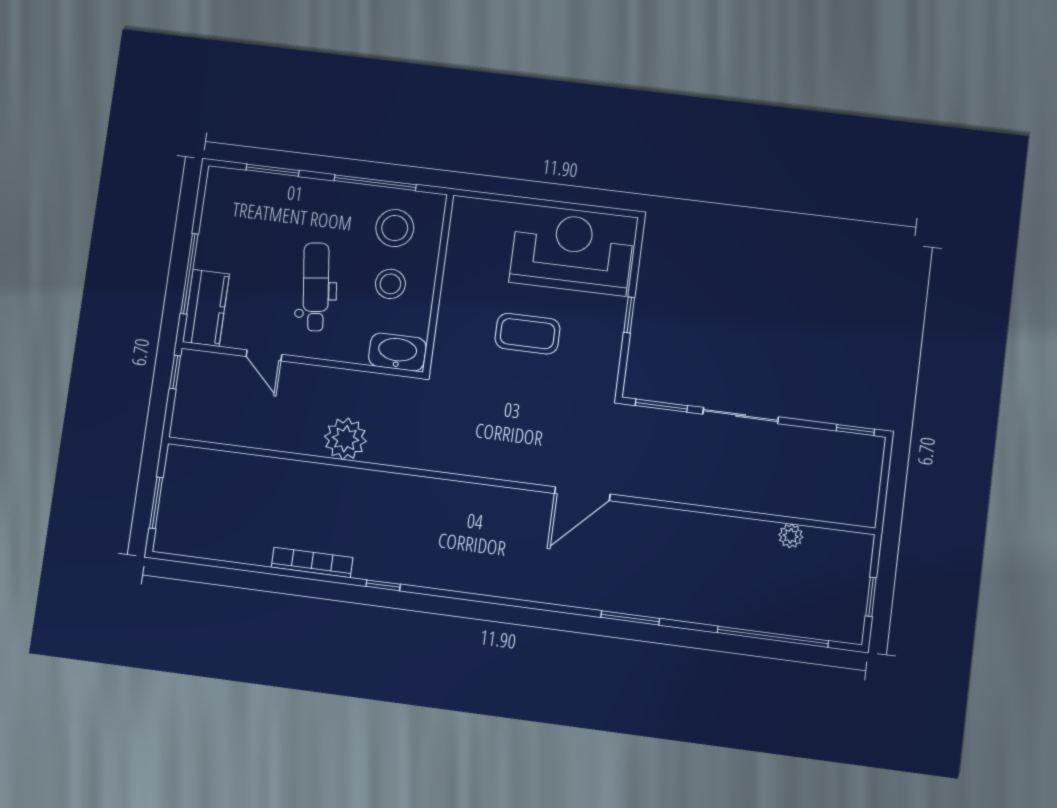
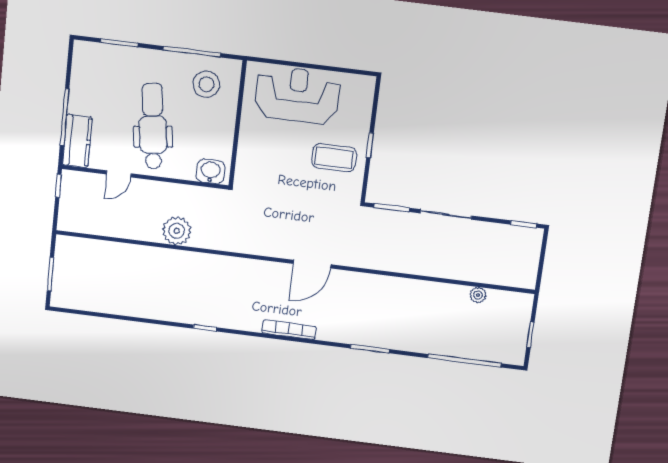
reception desk: (572, 253) -> (298, 95), moved
stool: (390, 284) -> (204, 124), removed
dental chair: (316, 287) -> (153, 126), width x1.36, depth x1.38
coffee table: (528, 334) -> (334, 158), moved
washbasin: (397, 352) -> (210, 171), width x0.72
door: (264, 355) -> (119, 174), hinge flipped
door: (582, 494) -> (312, 264), moved
bookcase: (312, 562) -> (289, 330), moved

